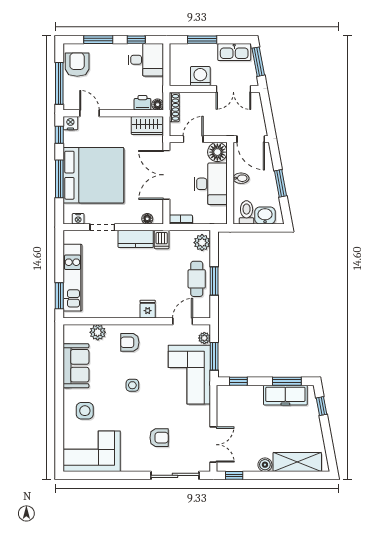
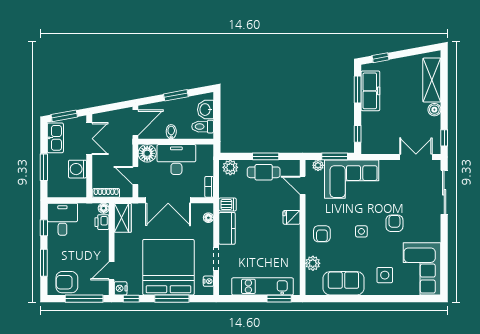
armchair: (159, 438) -> (394, 223), moved

